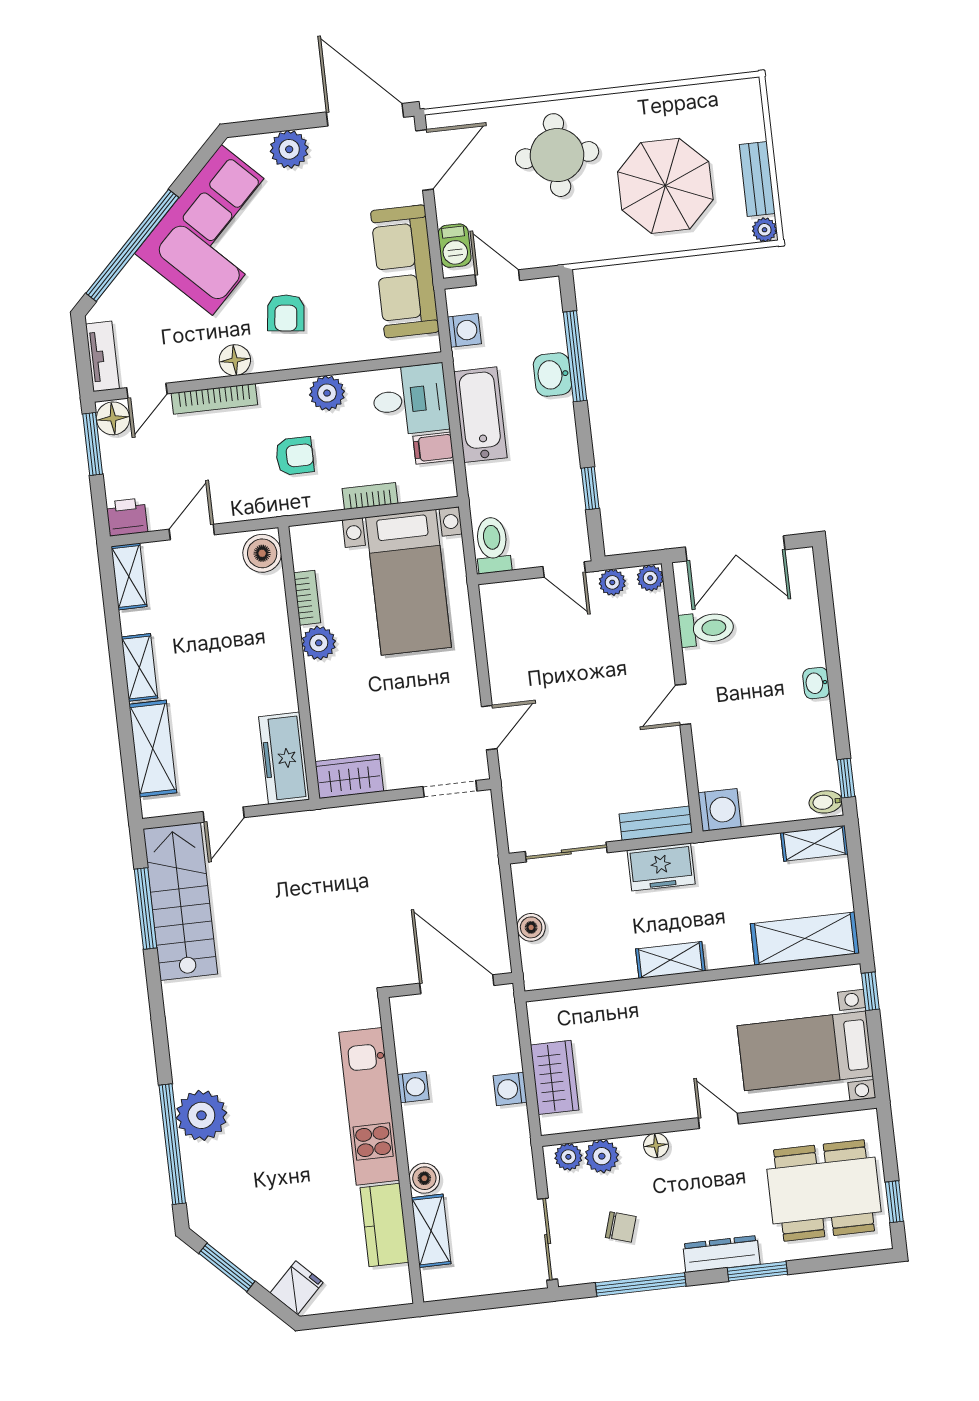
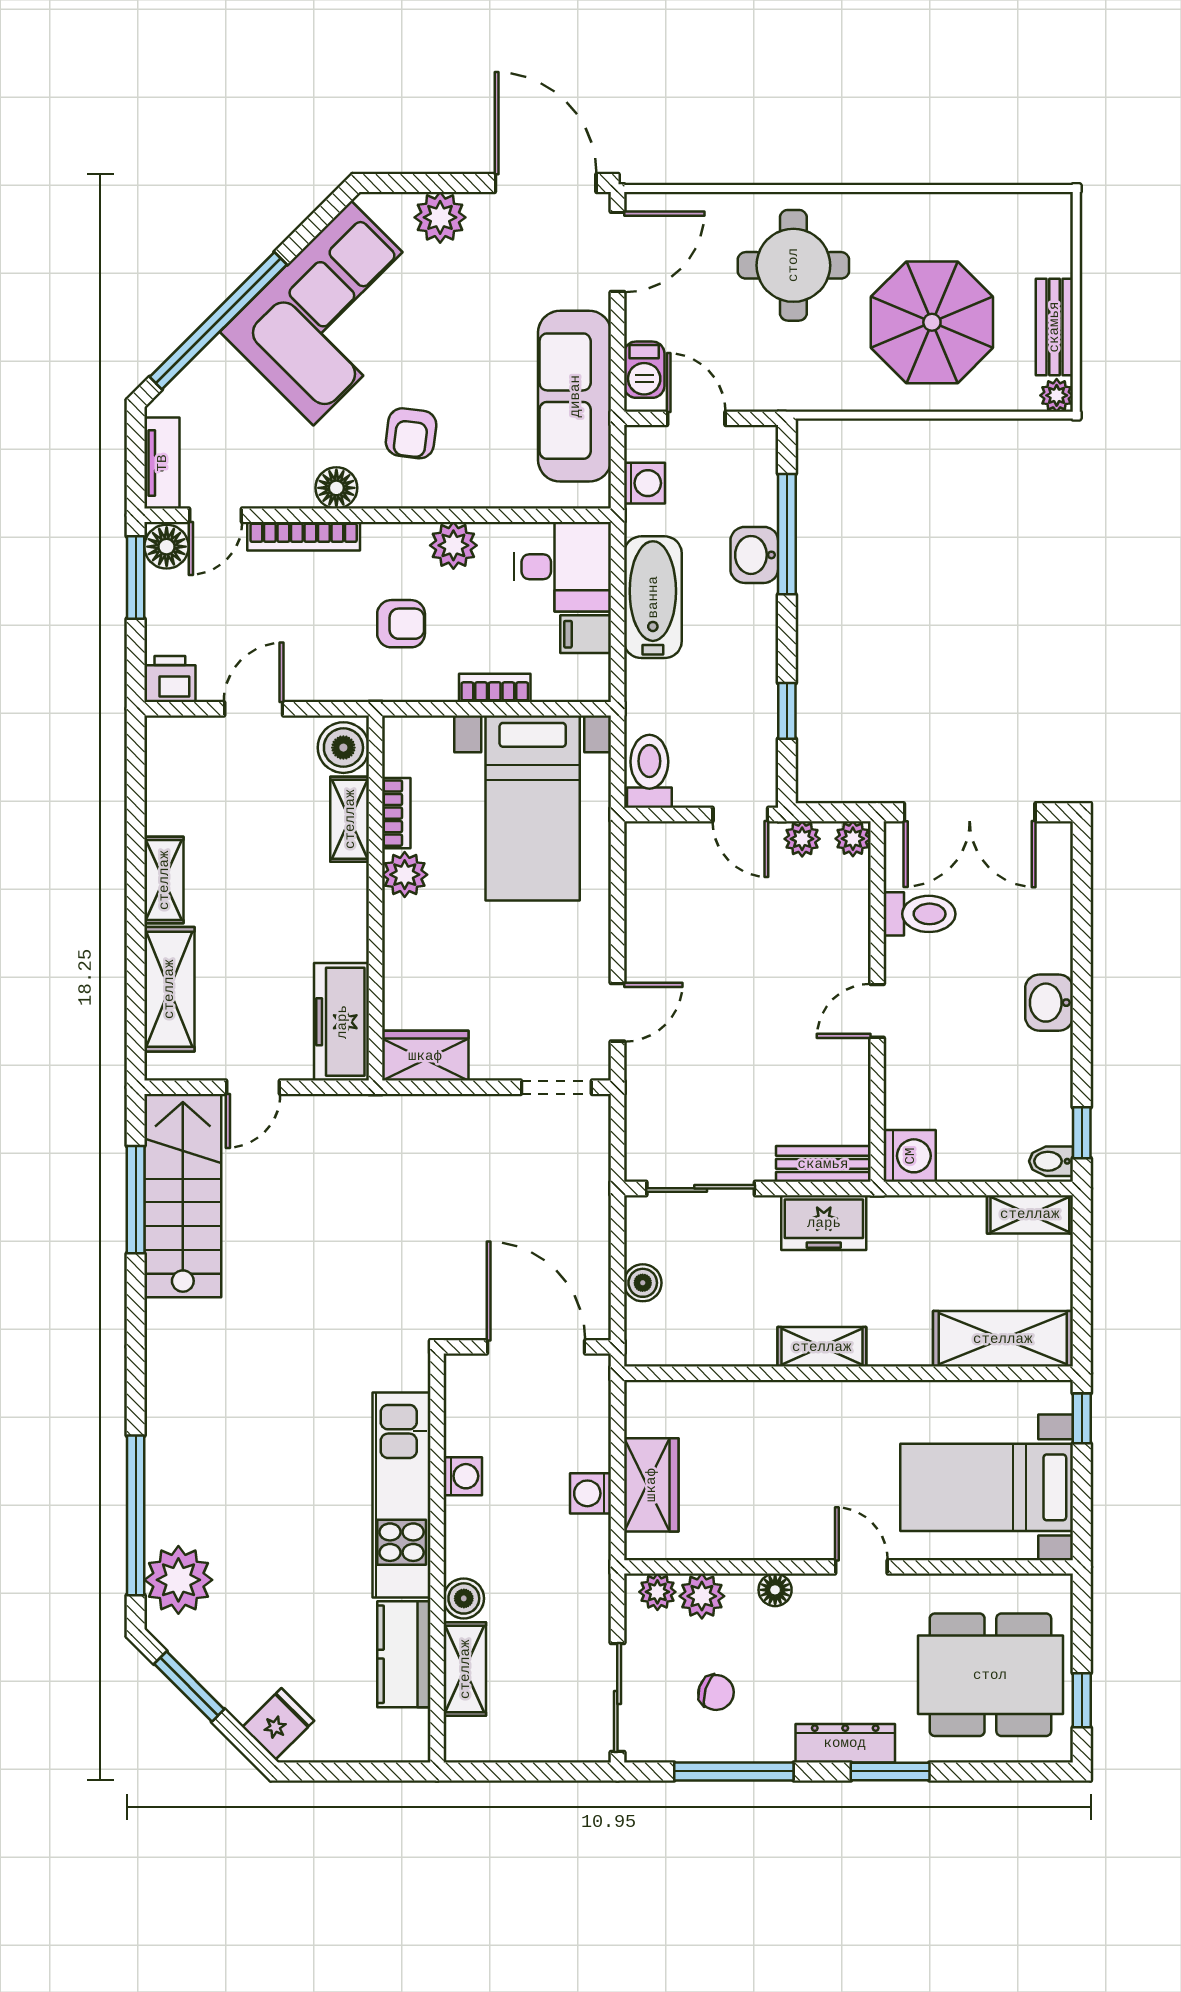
shelving: (129, 576) -> (350, 819), moved
washbasin: (816, 683) -> (1049, 1003), width x1.38, depth x1.45
plant: (201, 1115) -> (178, 1580), moved

